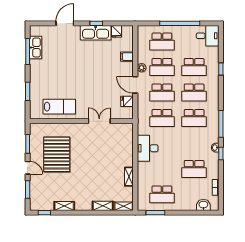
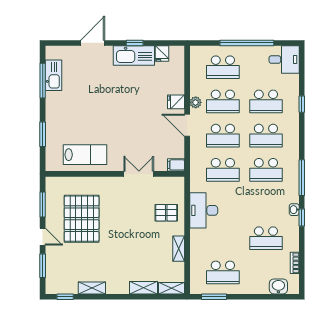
filing cabinet: (127, 57) -> (176, 165), moved
fridge: (127, 101) -> (176, 102), moved
pallet: (120, 150) -> (166, 213), added

